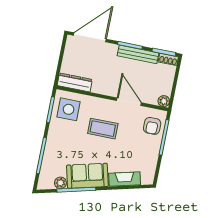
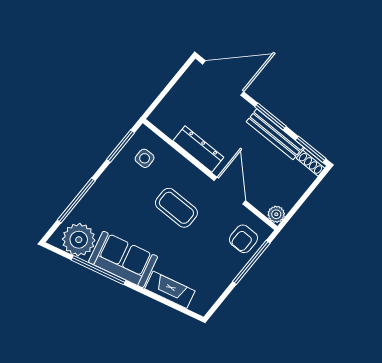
dresser: (75, 82) -> (198, 149), moved
side table: (69, 109) -> (145, 158), width x0.54, depth x0.54
plant: (60, 183) -> (79, 240), width x1.88, depth x1.88

